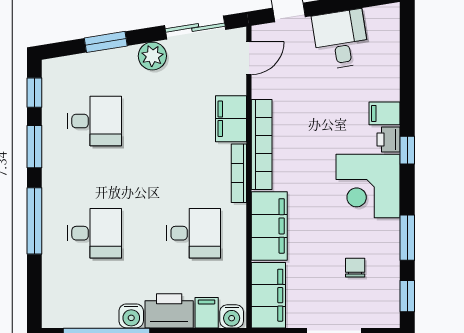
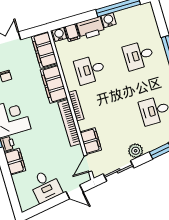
filing cabinet: (385, 113) -> (15, 162), width x2.00
filing cabinet: (231, 119) -> (91, 141), moved

